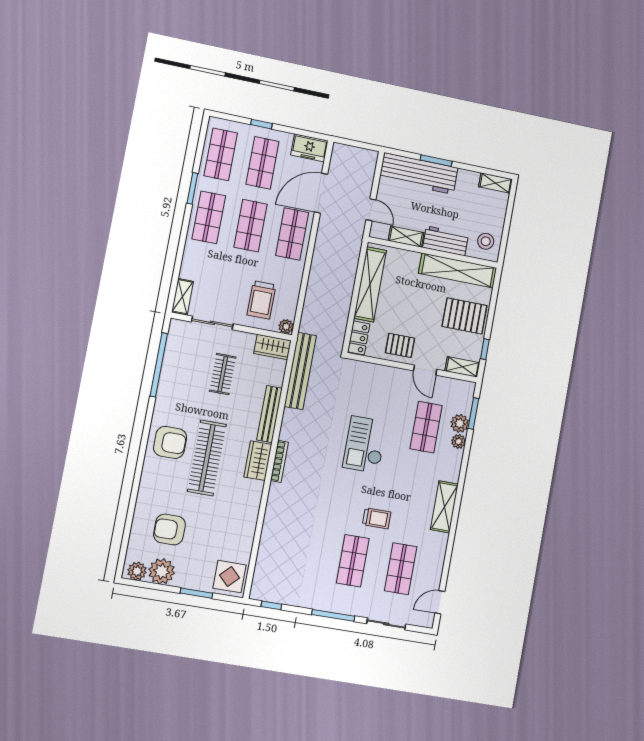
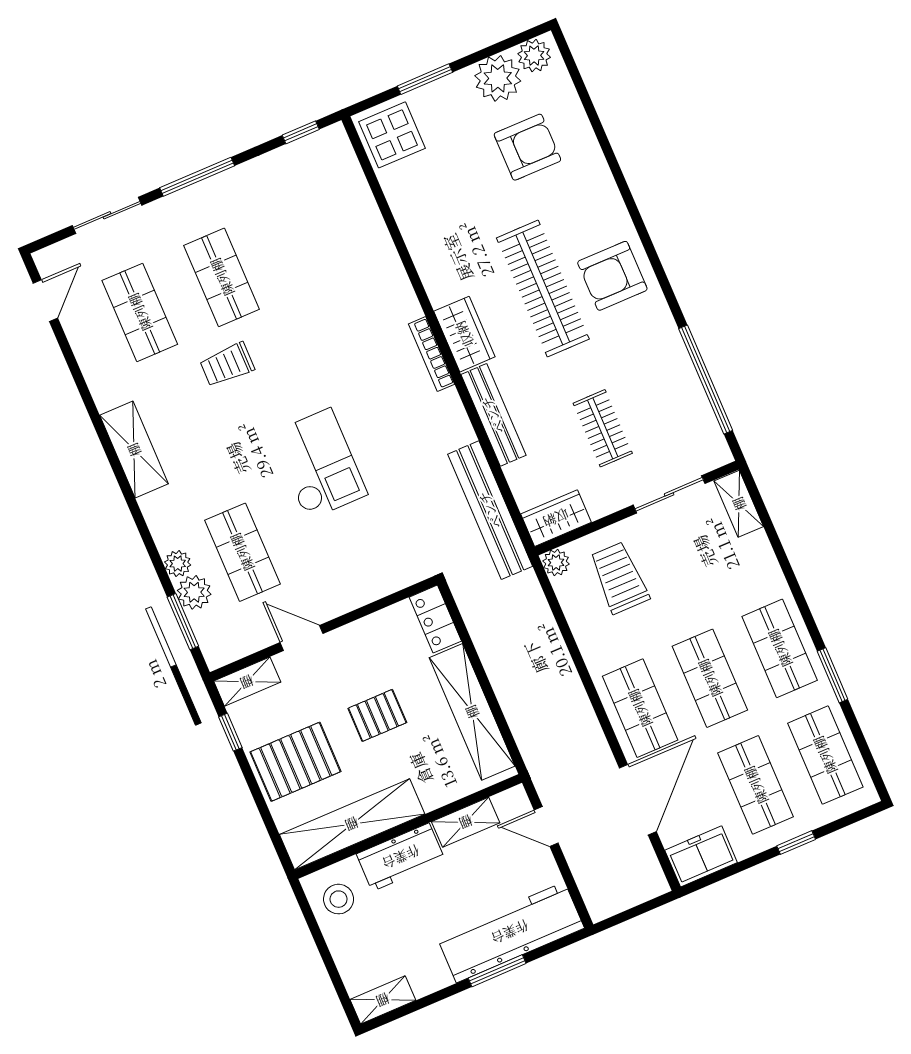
pallet: (400, 345) -> (377, 715), moved

